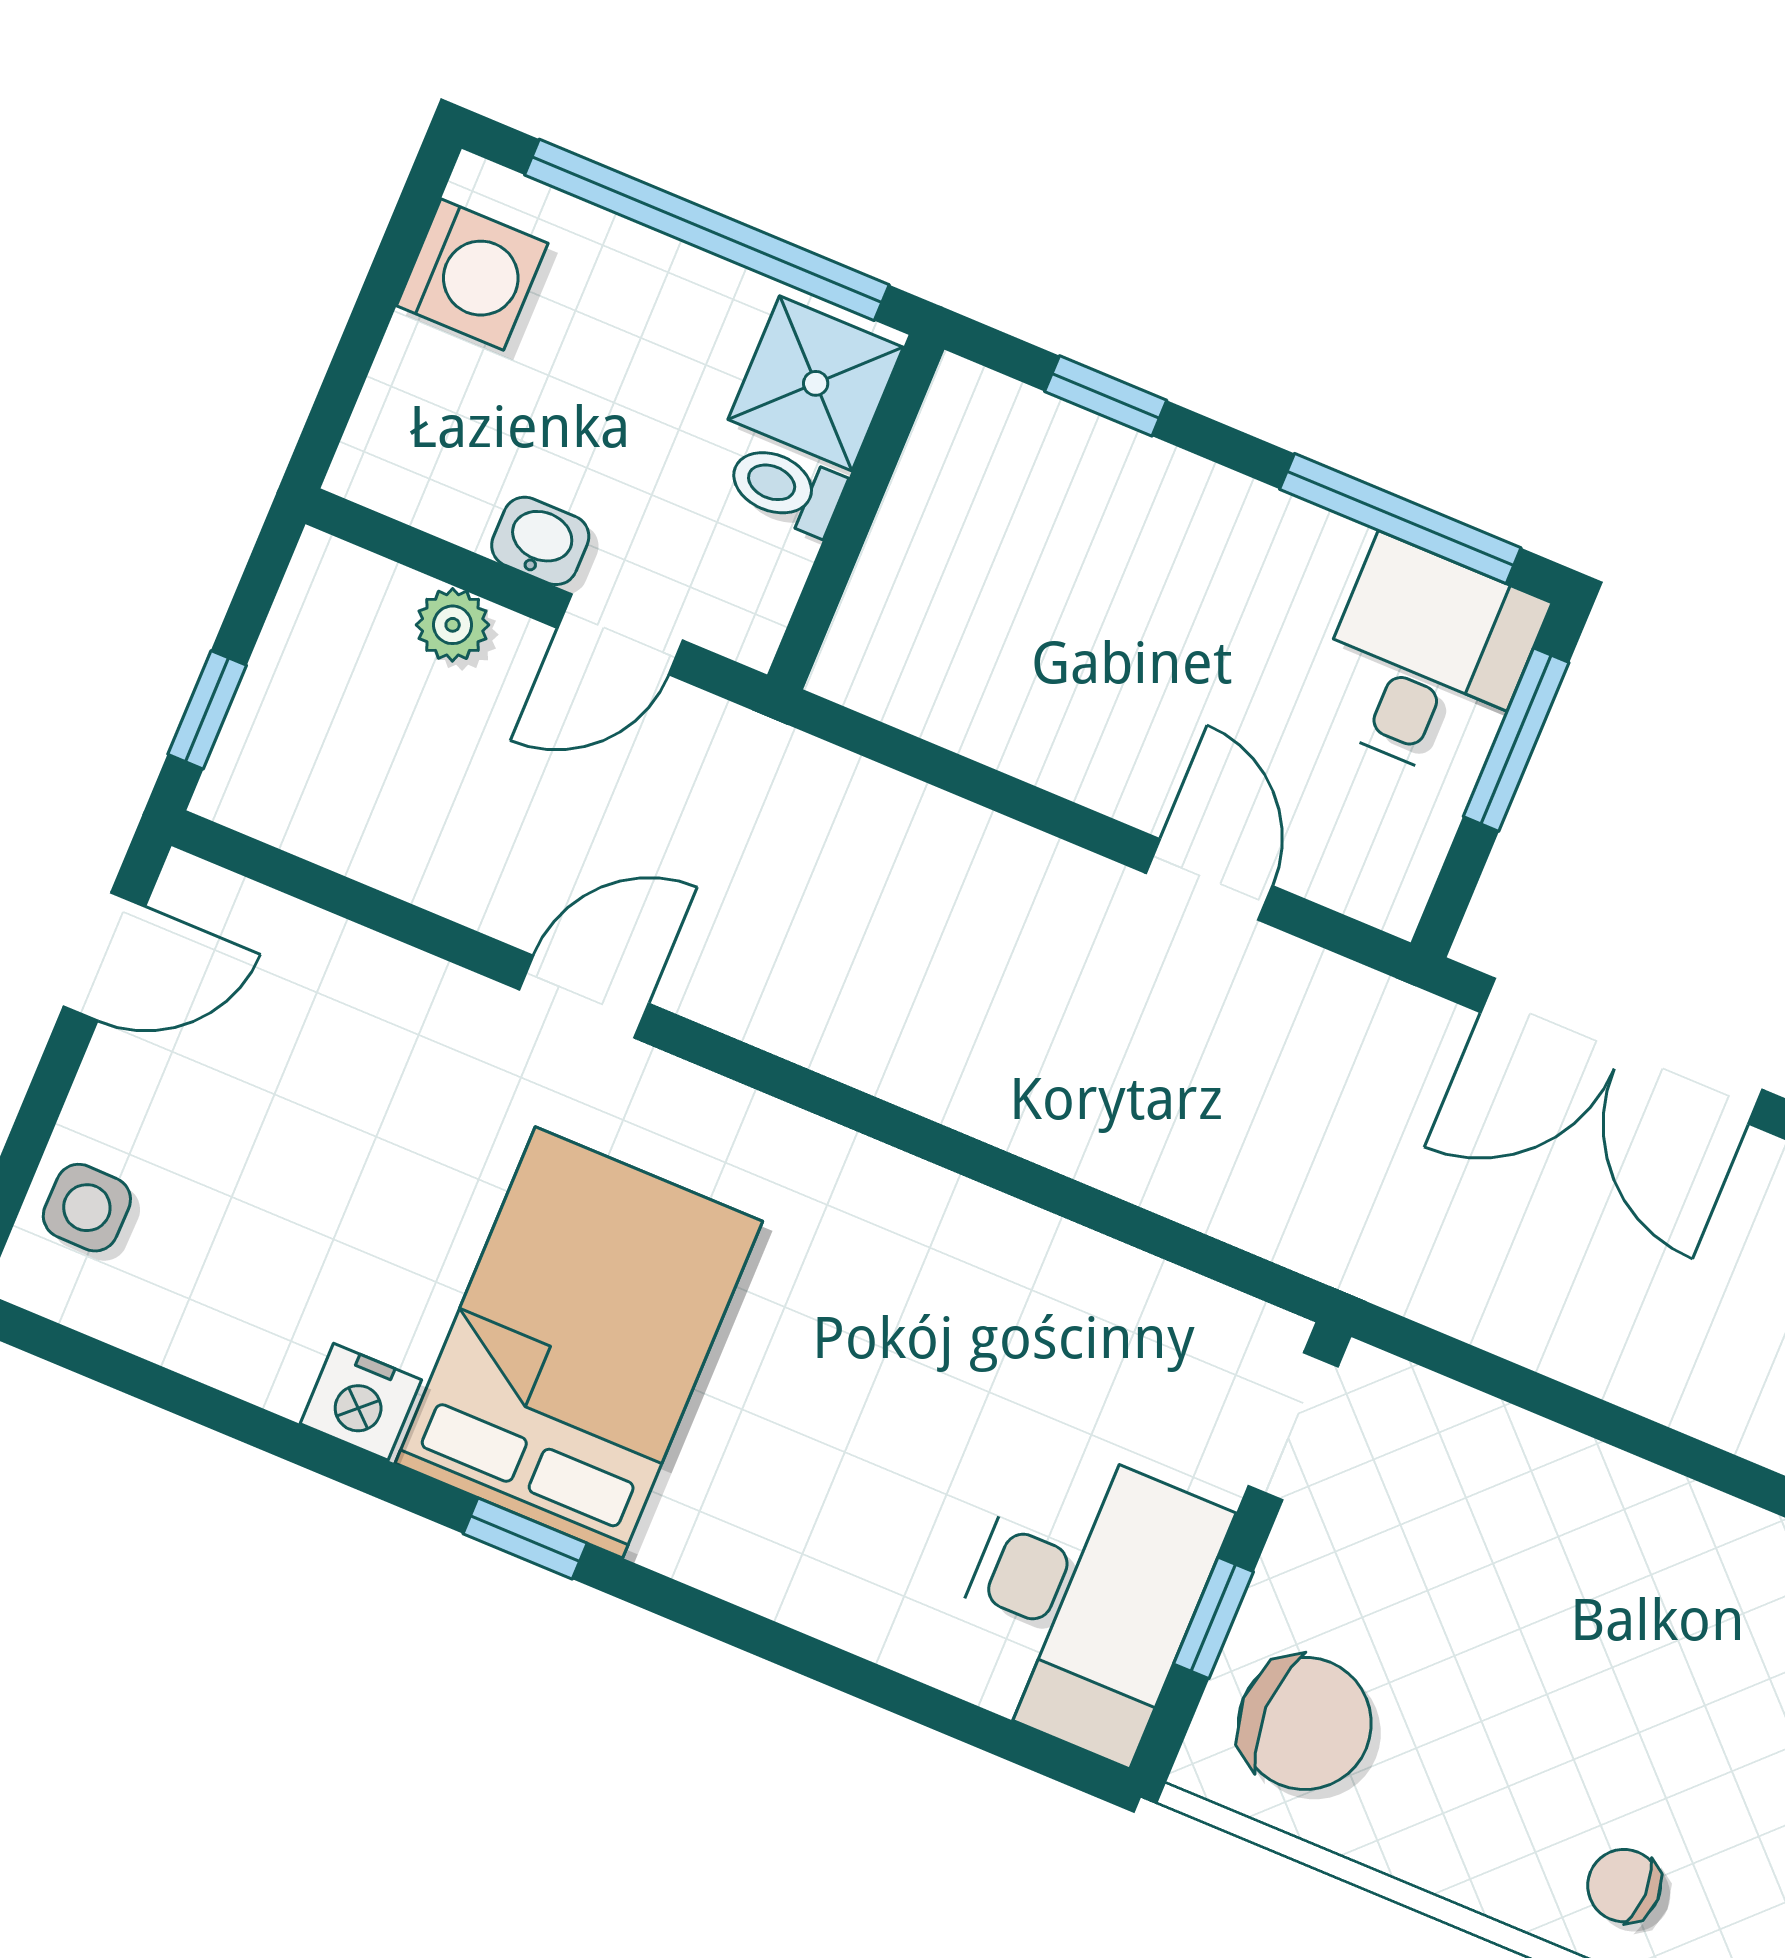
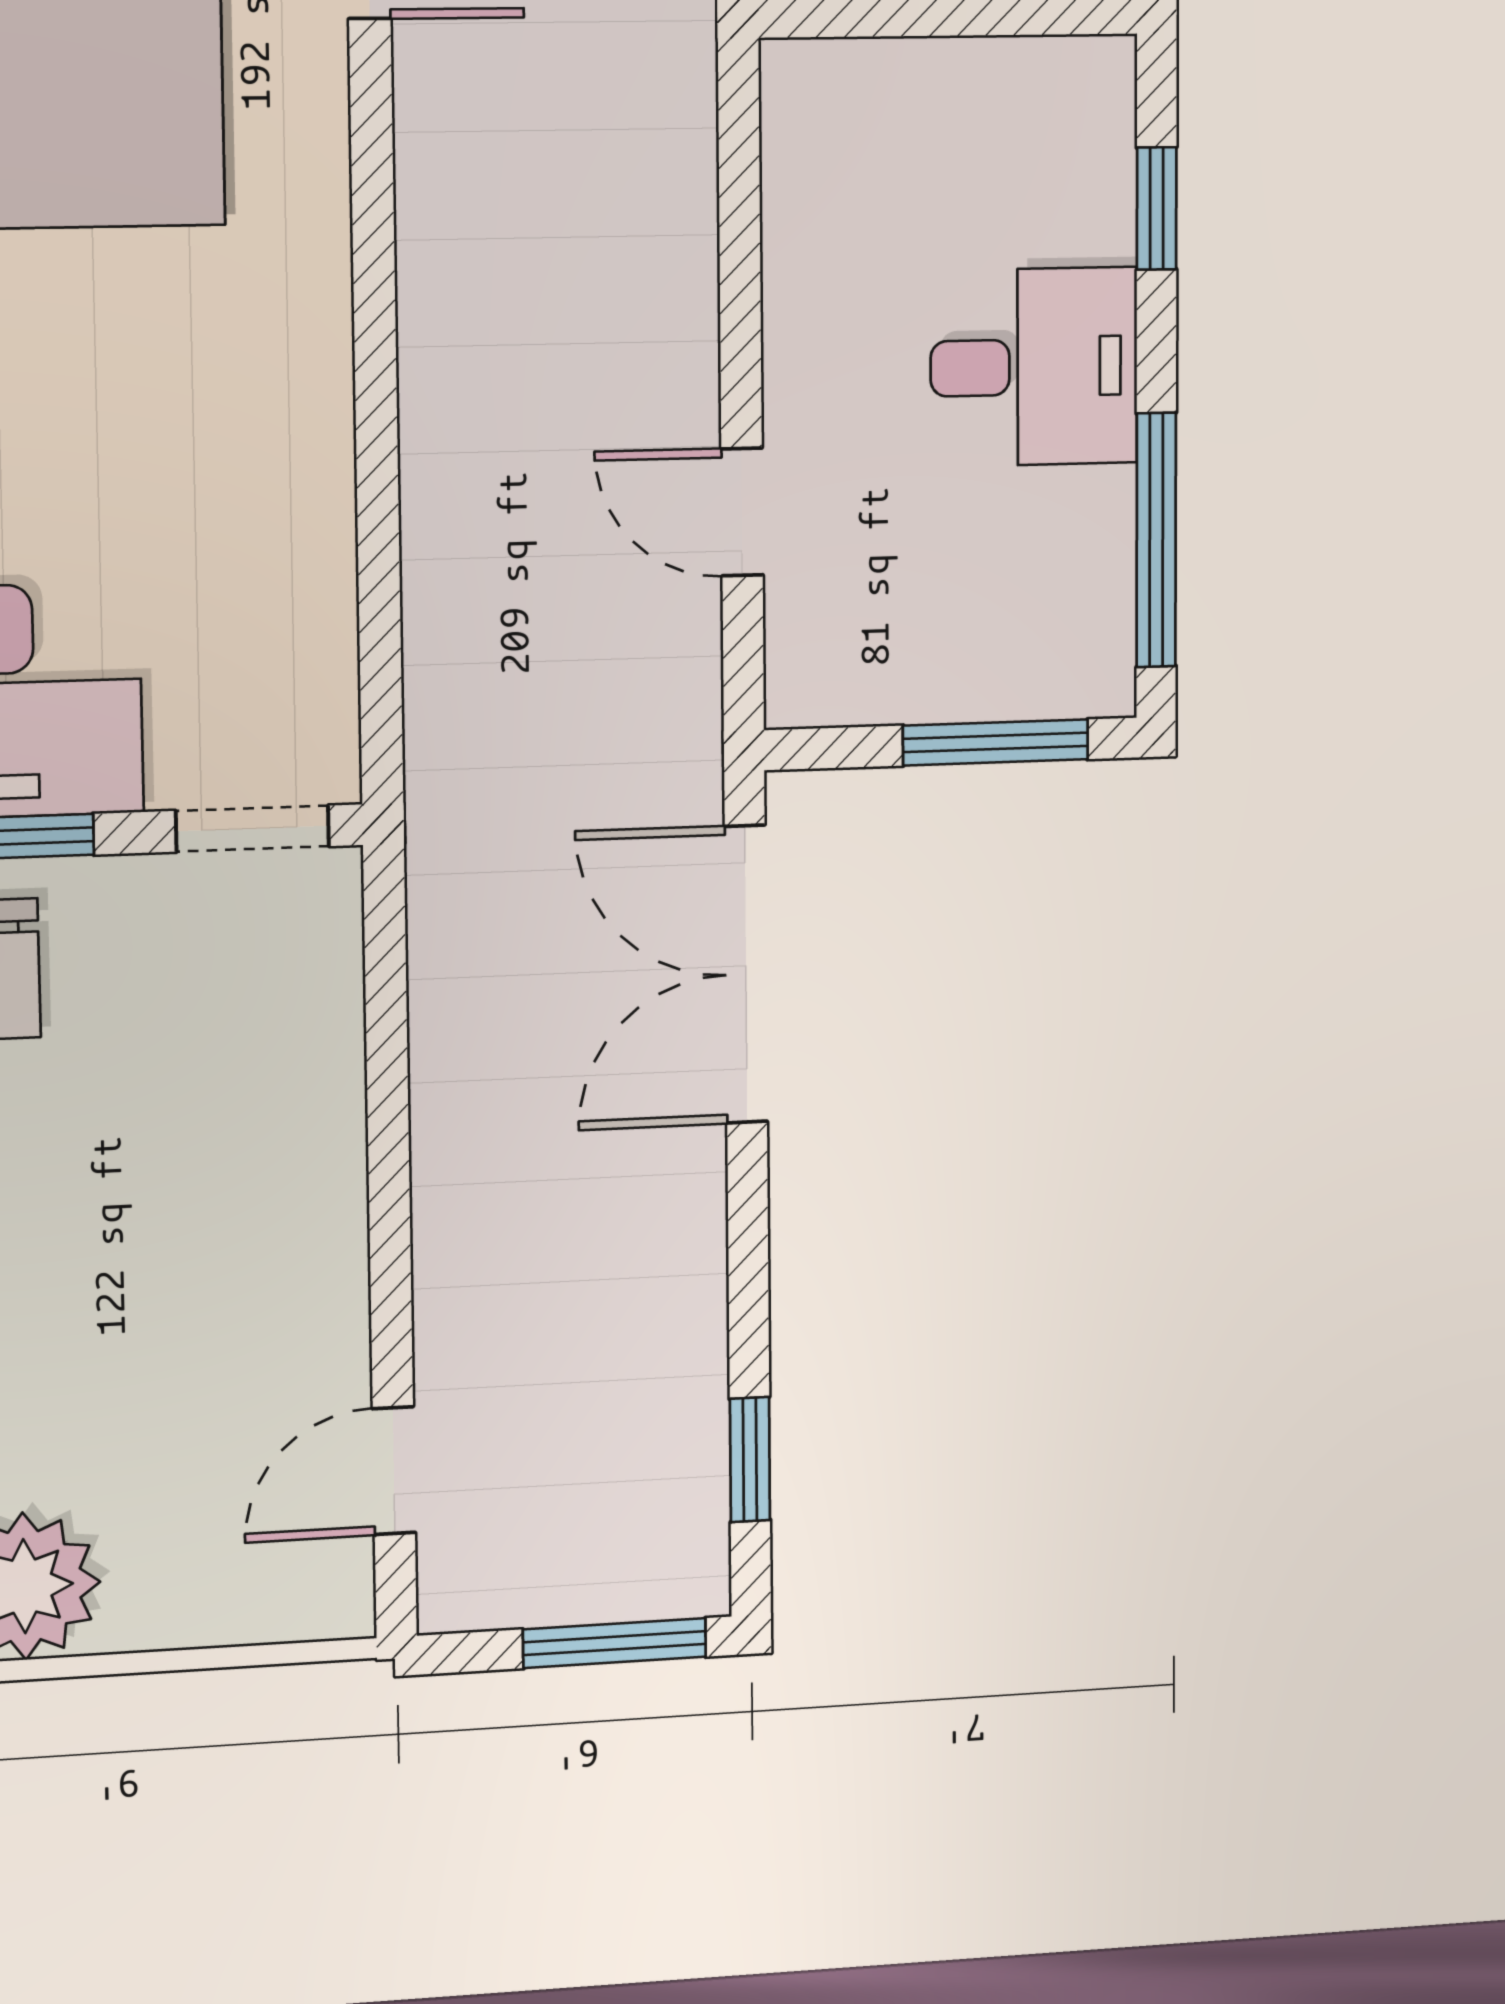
desk: (1426, 660) -> (1034, 367), moved
door: (1209, 879) -> (742, 512), swing flipped

